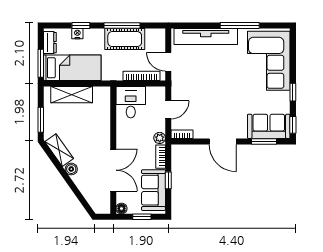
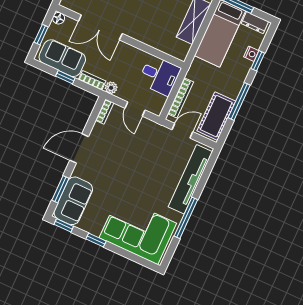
cot: (125, 39) -> (216, 116), moved

